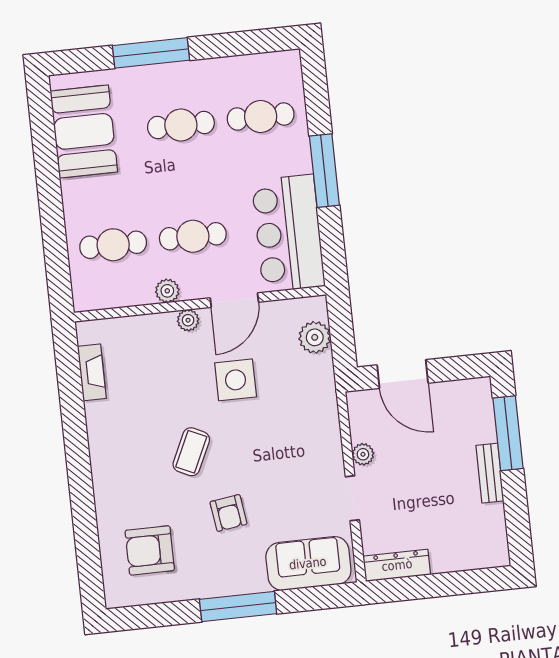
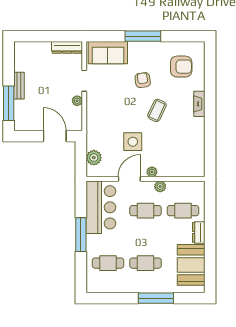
dresser: (75, 202) -> (199, 232), added
fireplace: (92, 372) -> (199, 104), moved

